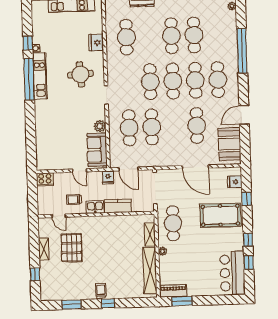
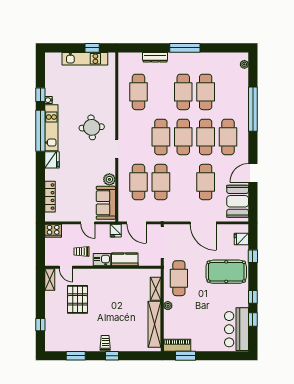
fridge: (96, 43) -> (52, 160), moved, turned 180
locker: (41, 145) -> (50, 197), added
shelving: (44, 249) -> (50, 280), moved

